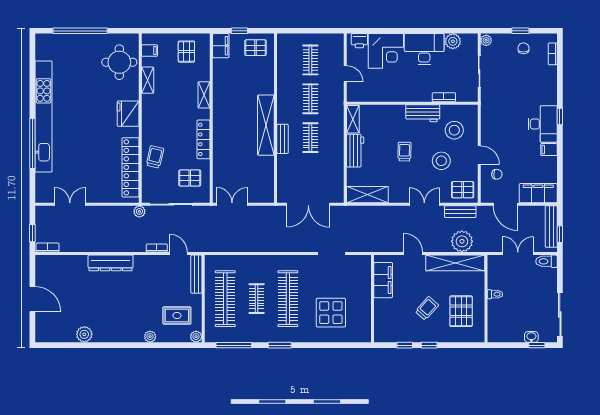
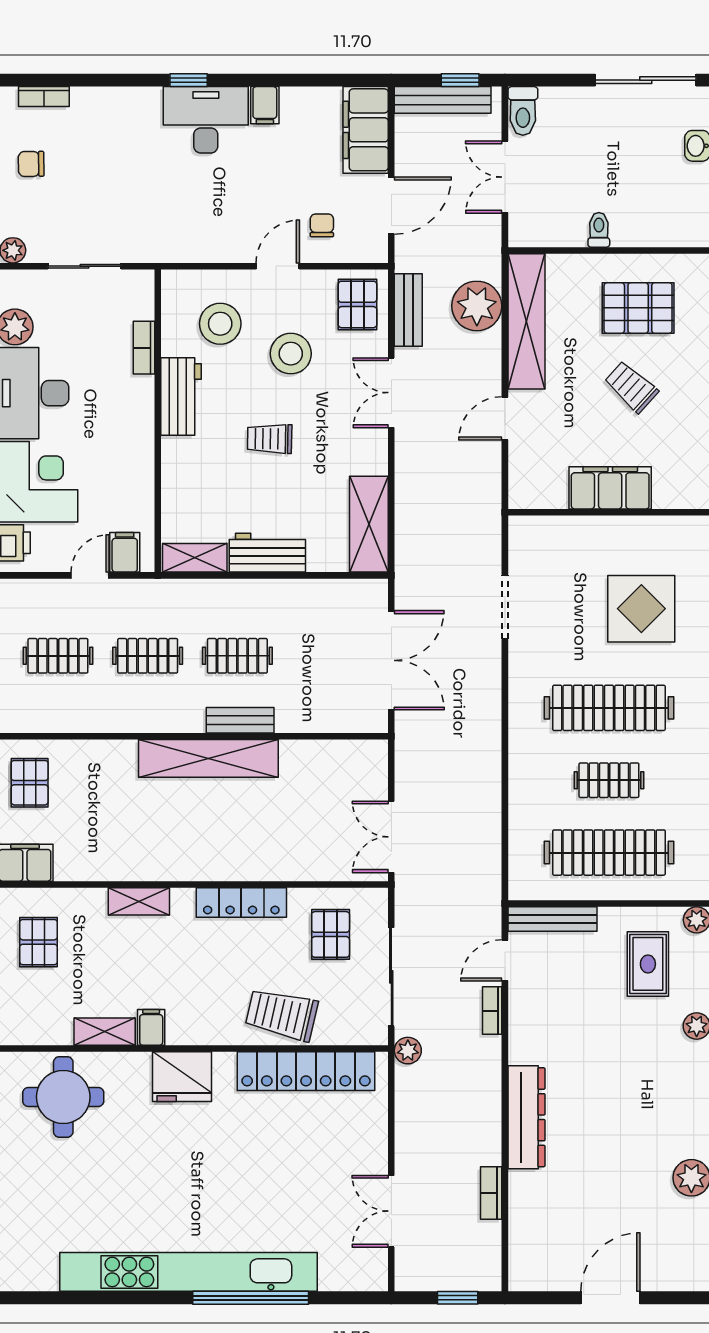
filing cabinet: (149, 51) -> (151, 1027), moved
pallet: (186, 52) -> (39, 942), turned 90
filing cabinet: (355, 89) -> (125, 552), added
trolley: (155, 157) -> (282, 1015), width x1.36, depth x1.39
bookcase: (47, 248) -> (491, 1193), moved
filing cabinet: (383, 280) -> (610, 488), moved

